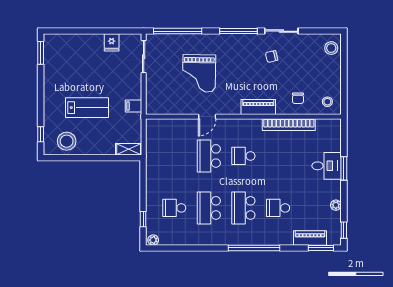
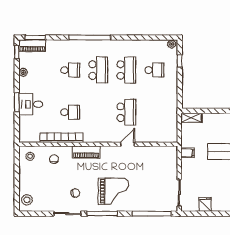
grand piano: (199, 73) -> (113, 191), moved, turned 89
school desk: (243, 156) -> (70, 112), moved
piano: (310, 238) -> (32, 46), moved

